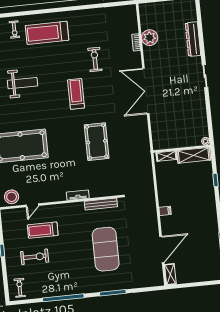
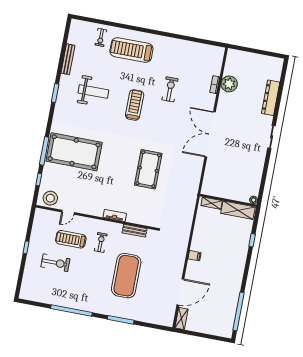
treadmill: (76, 94) -> (135, 105), moved
bench: (101, 204) -> (135, 231), width x0.73
exercise bike: (20, 288) -> (101, 242), moved

